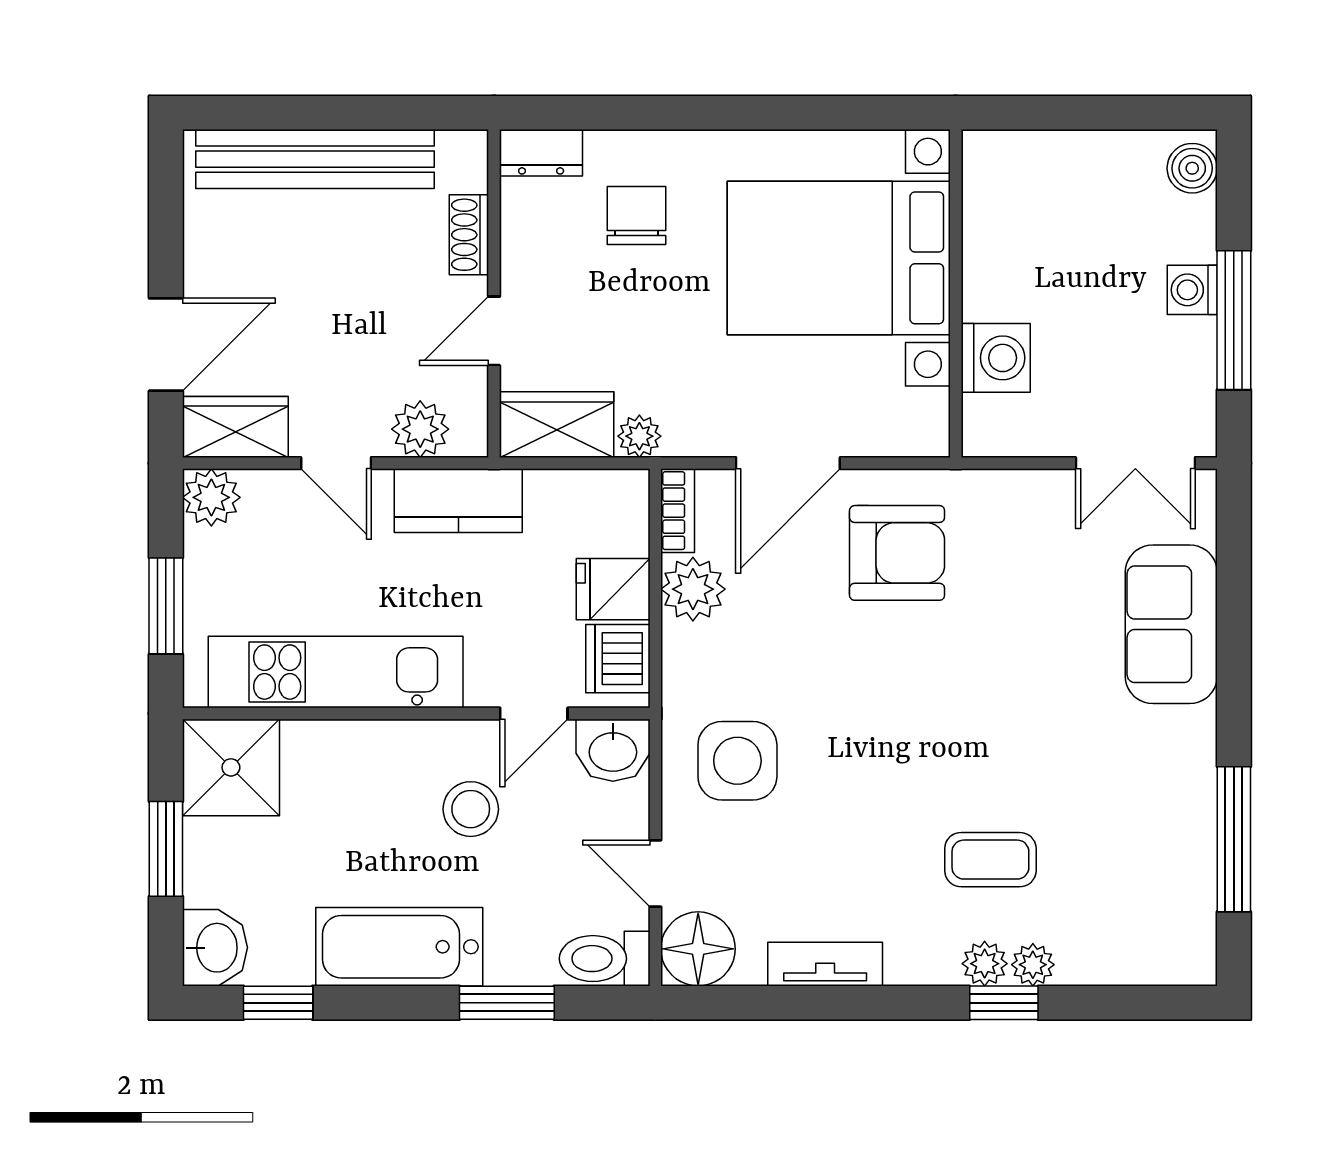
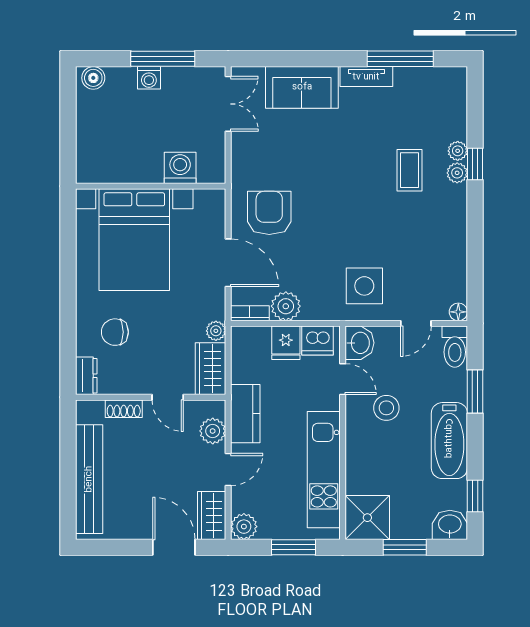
floor lamp: (698, 949) -> (458, 312), width x0.53, depth x0.53
tv unit: (825, 964) -> (366, 77), moved, turned -90

